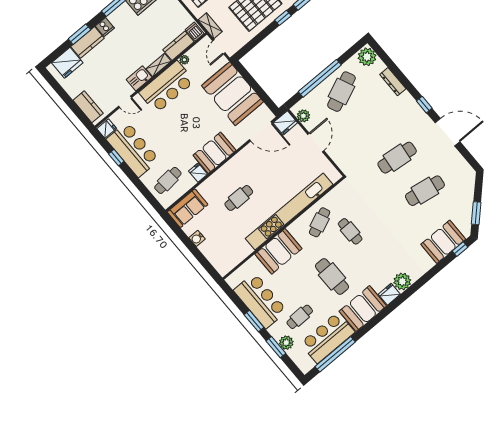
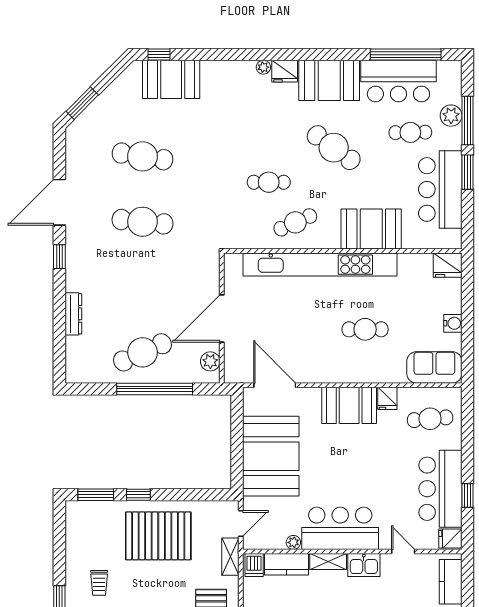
plant: (367, 57) -> (79, 368), removed
fridge: (285, 123) -> (448, 265), moved, turned 180
door: (447, 132) -> (59, 202), hinge flipped
door: (316, 142) -> (222, 318), width x1.36
window: (476, 213) -> (82, 103), moved
cafe table: (350, 231) -> (269, 182), turned 90
cafe table: (332, 276) -> (334, 148), turned -54
plant: (402, 281) -> (263, 67), width x0.53, depth x0.53
window: (276, 347) -> (467, 120), width x1.44

